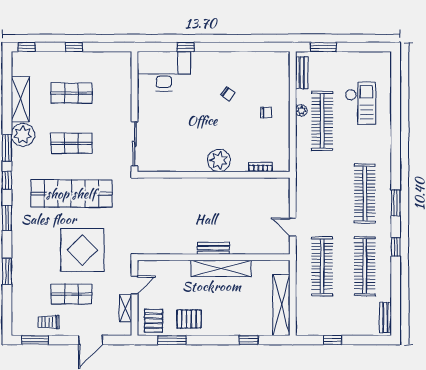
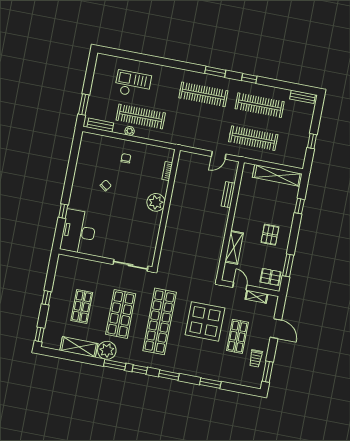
shop shelf: (71, 143) -> (121, 314), width x1.43, depth x1.36
bench: (213, 248) -> (228, 195), moved
shelving: (221, 268) -> (234, 247), moved, width x0.68
pallet: (189, 319) -> (270, 235), moved

